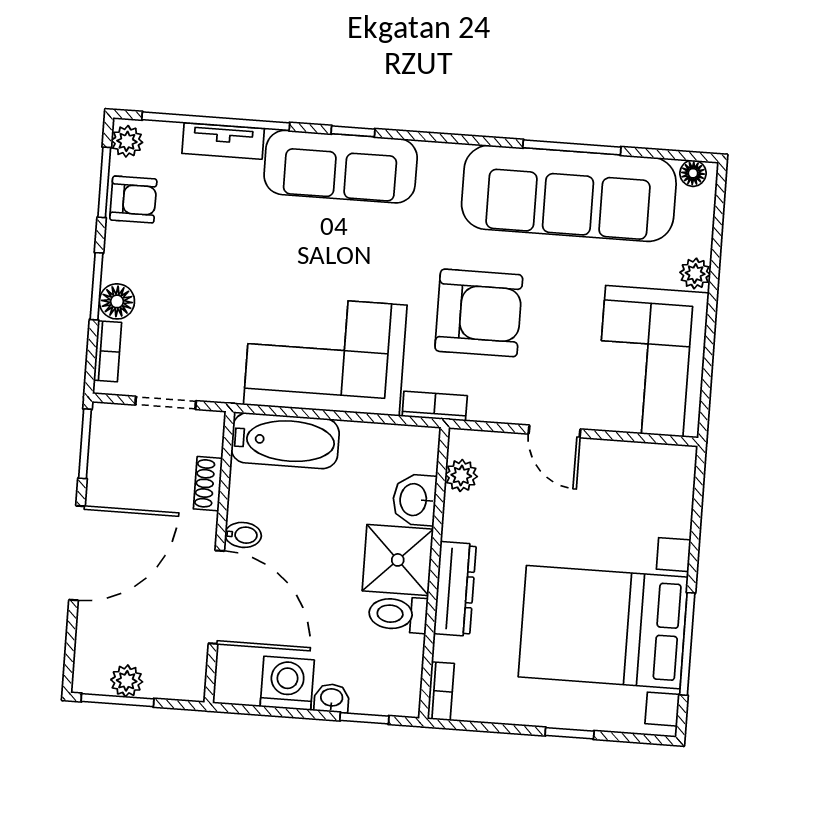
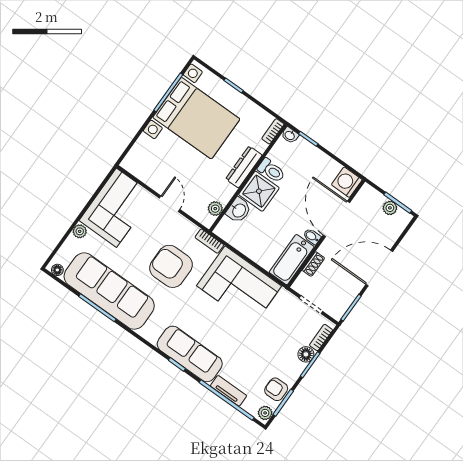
bathtub: (285, 441) -> (292, 260), moved, turned -90
washing machine: (287, 683) -> (347, 182), moved, turned 90
washbasin: (332, 698) -> (290, 135), moved

